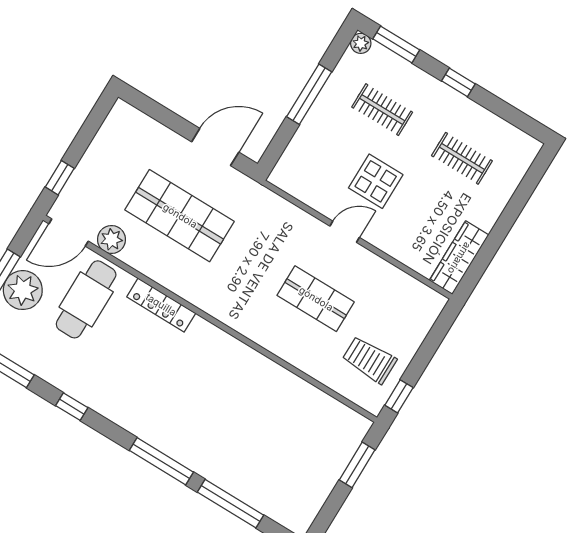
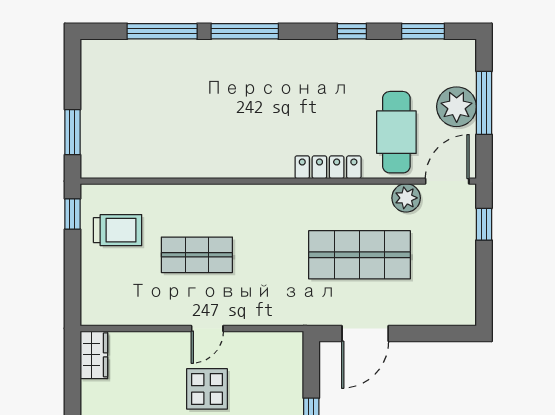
wardrobe: (459, 258) -> (94, 355), width x0.67

